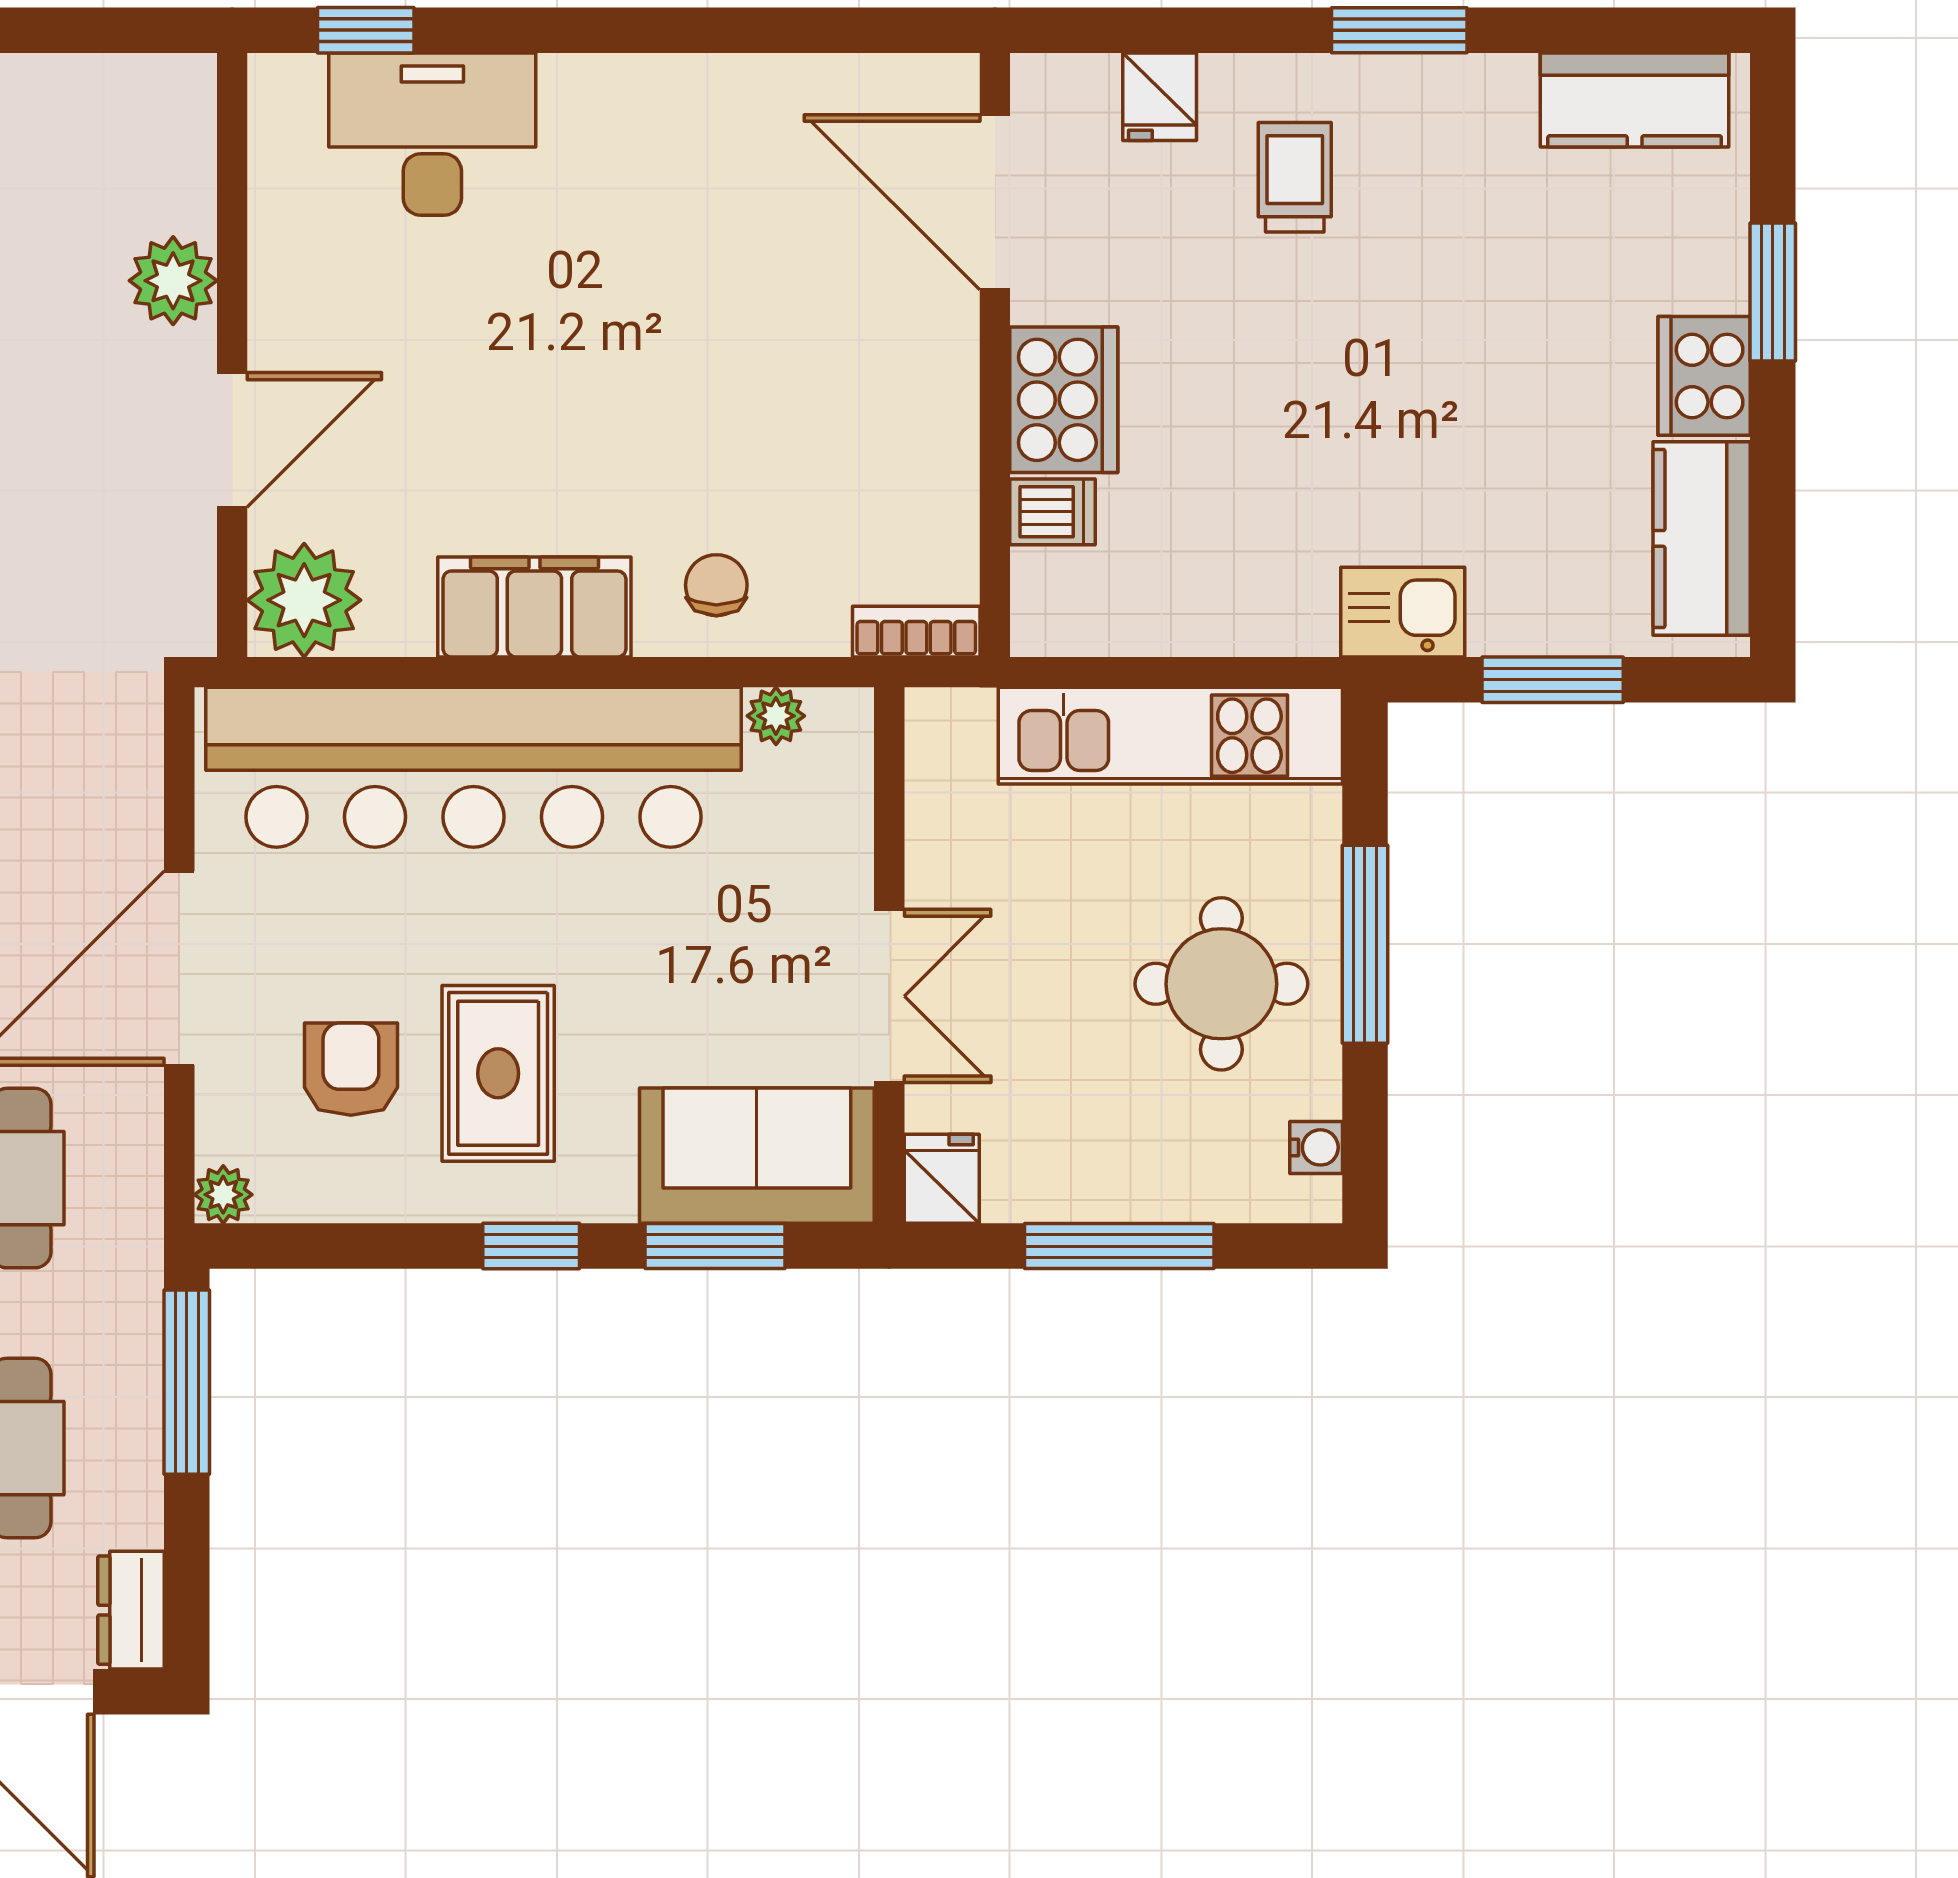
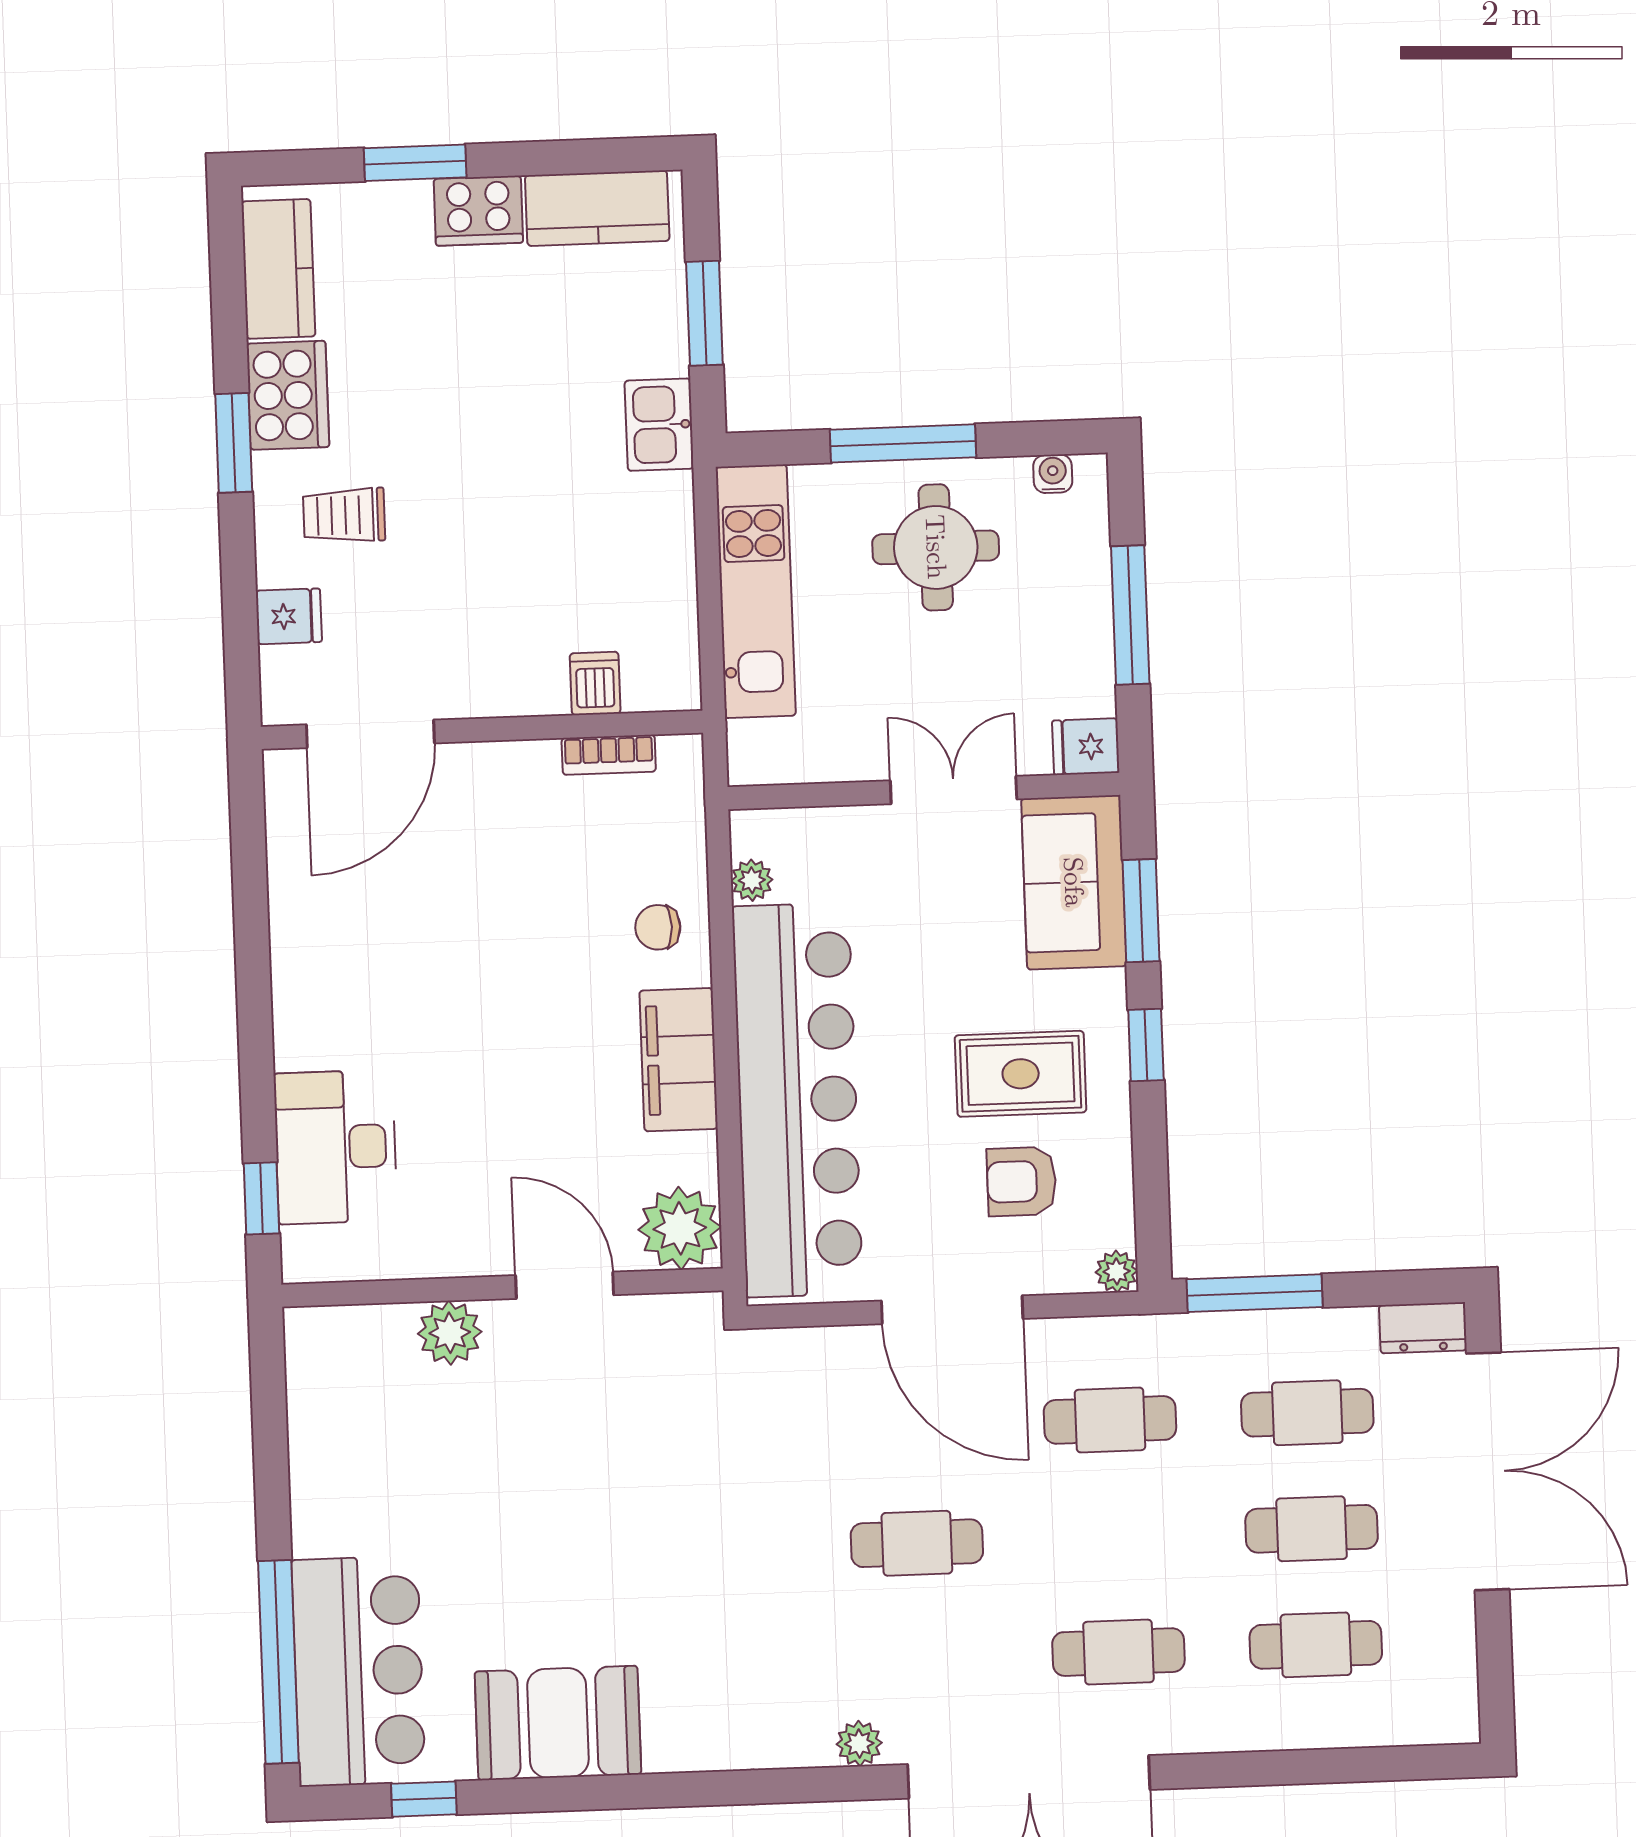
cooker: (1064, 400) -> (288, 395), moved, turned 90
bookcase: (916, 632) -> (609, 755), moved, turned -90

